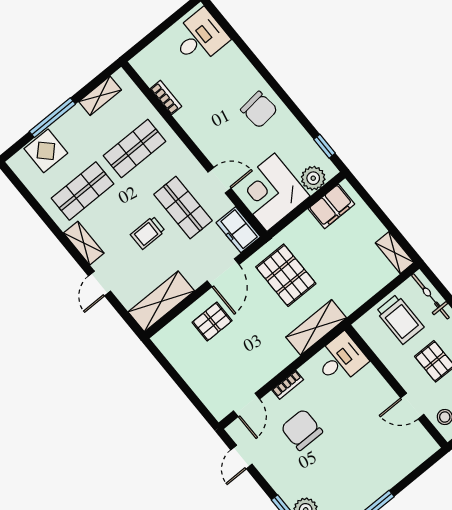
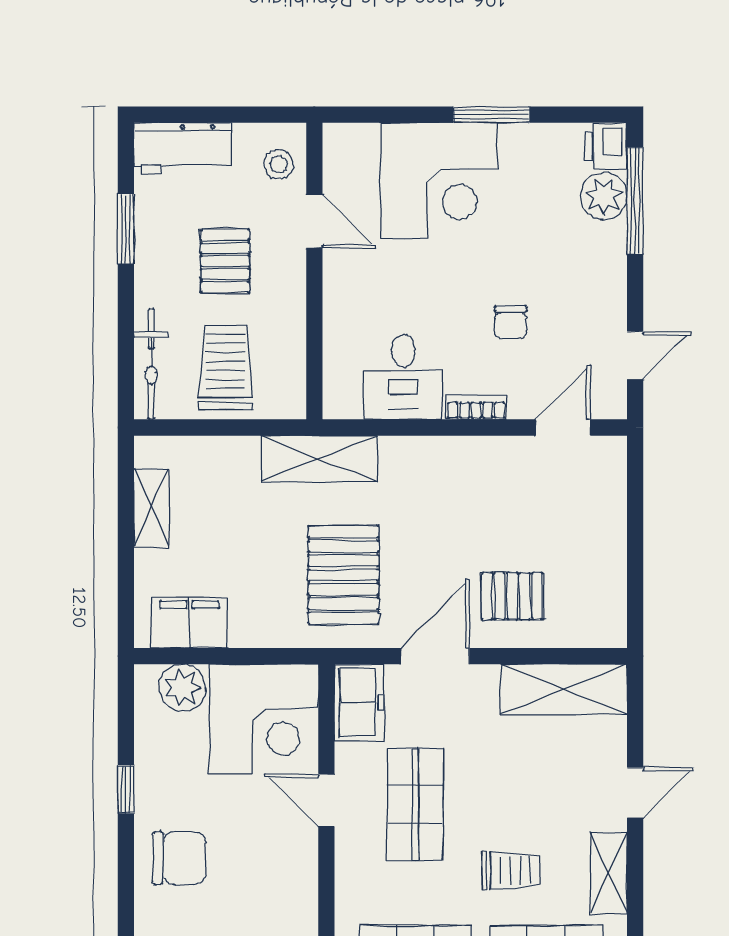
chair: (259, 110) -> (179, 858), turned 96
window: (324, 146) -> (126, 789), moved
trolley: (148, 233) -> (511, 870), moved
shelving: (395, 253) -> (151, 508), moved
shelving: (316, 327) -> (319, 459), moved
desk: (341, 359) -> (403, 377), moved, turned -90
chair: (302, 430) -> (511, 322), width x0.54, depth x0.54
corner desk: (376, 462) -> (439, 181), added

